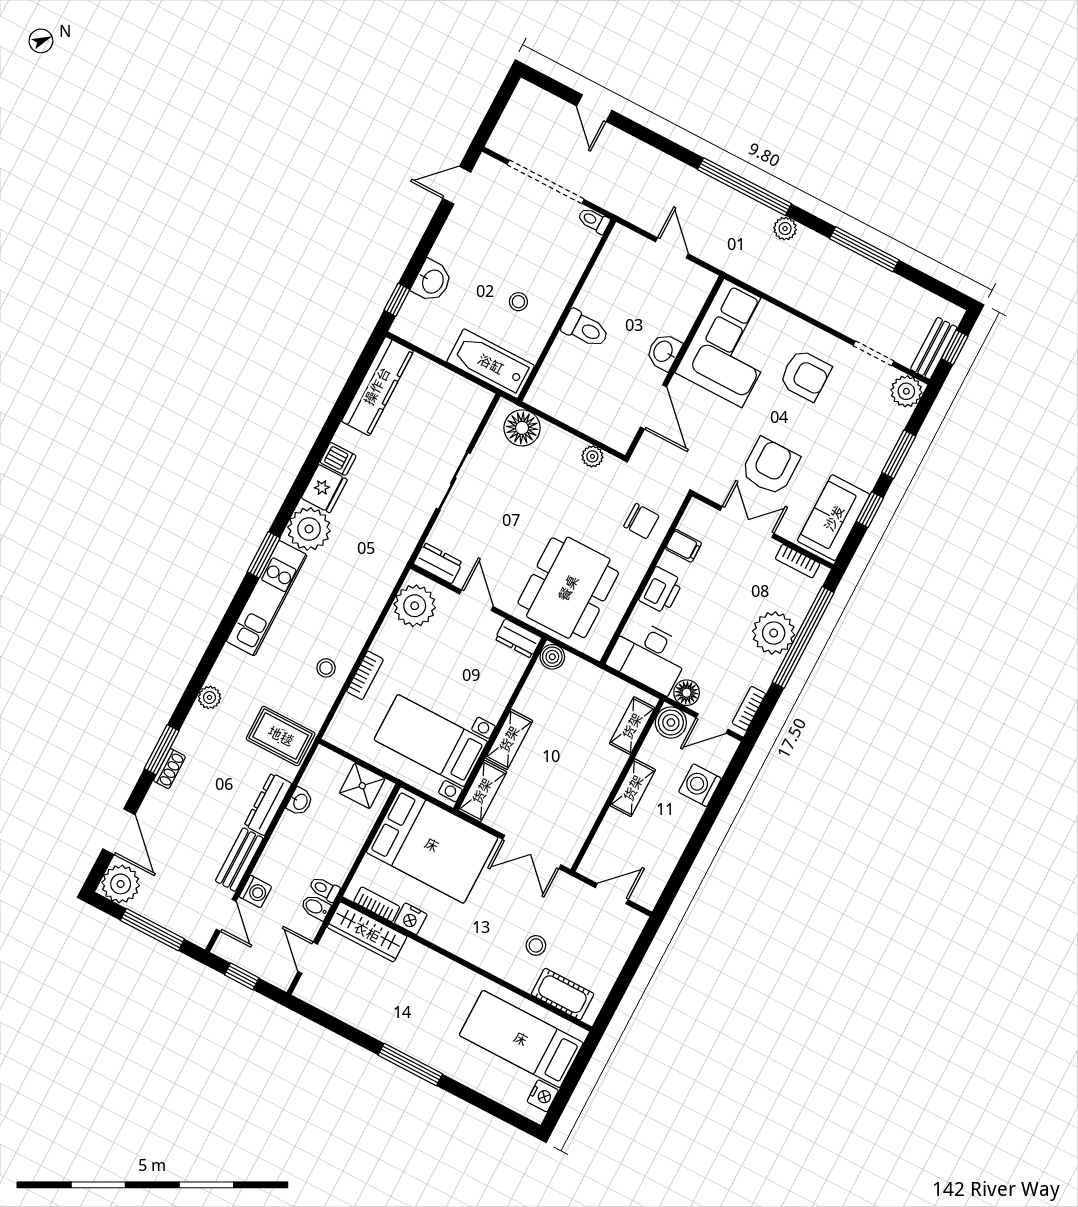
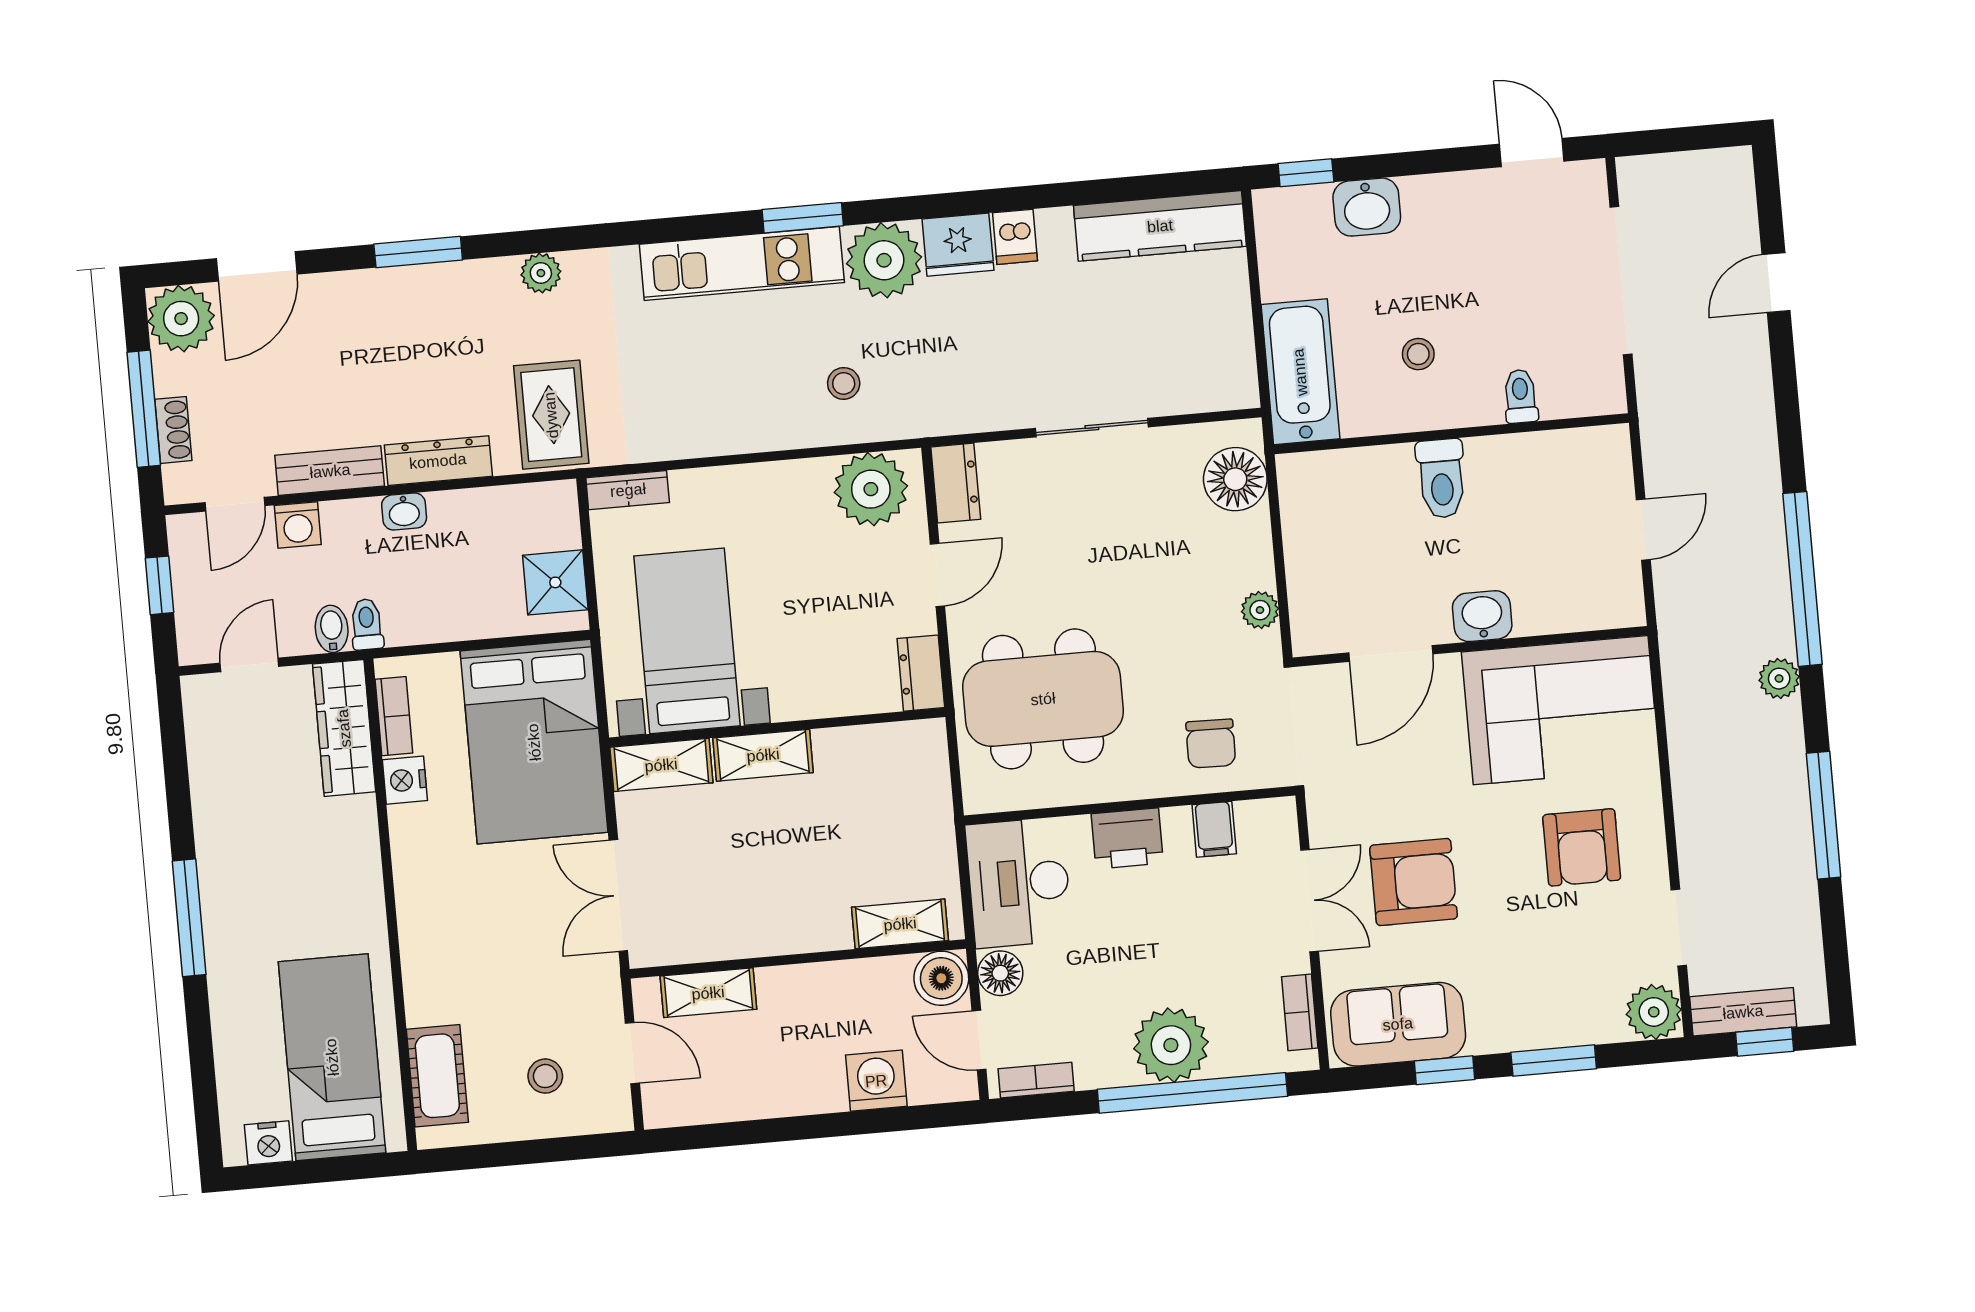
toilet: (594, 220) -> (1521, 396), moved
boiler: (552, 657) -> (926, 741), removed
stool: (326, 668) -> (844, 383), moved
bookcase: (365, 675) -> (628, 490), moved
shoe rack: (170, 769) -> (173, 430), moved, turned -90
shelving: (633, 788) -> (708, 993), moved
washbasin: (300, 802) -> (404, 512), moved
stool: (536, 945) -> (545, 1076), moved

